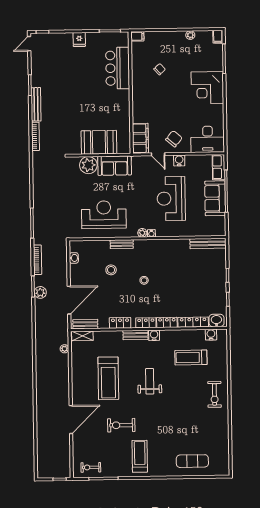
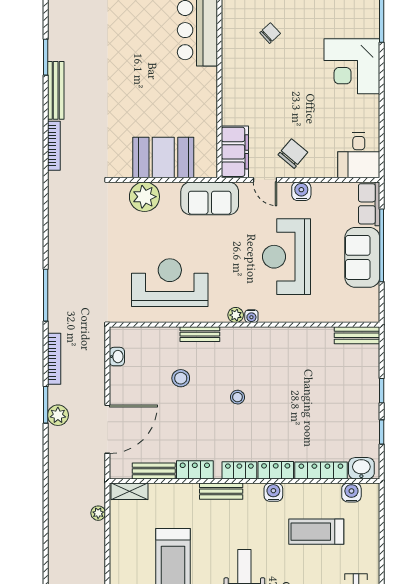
desk: (208, 139) -> (359, 155), width x0.73
sofa: (115, 166) -> (210, 198), moved
bench: (208, 243) -> (357, 335), width x0.73
bench: (85, 324) -> (154, 471), moved
water cooler: (154, 335) -> (273, 492), moved

